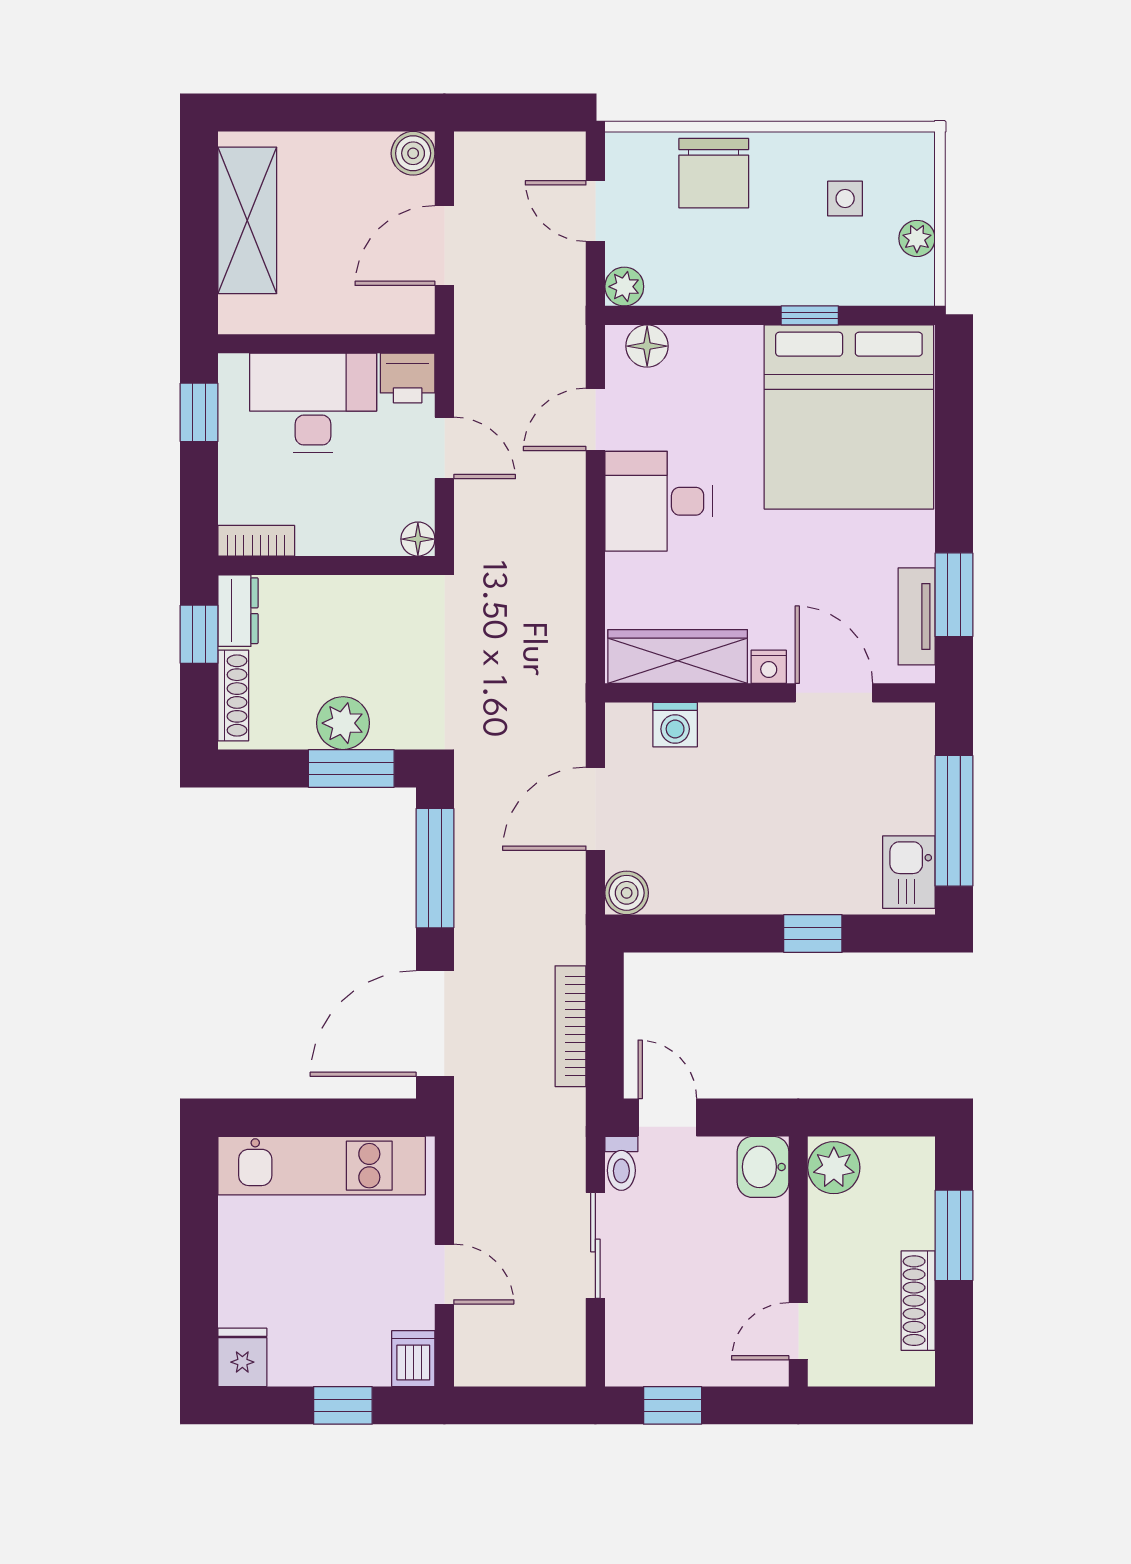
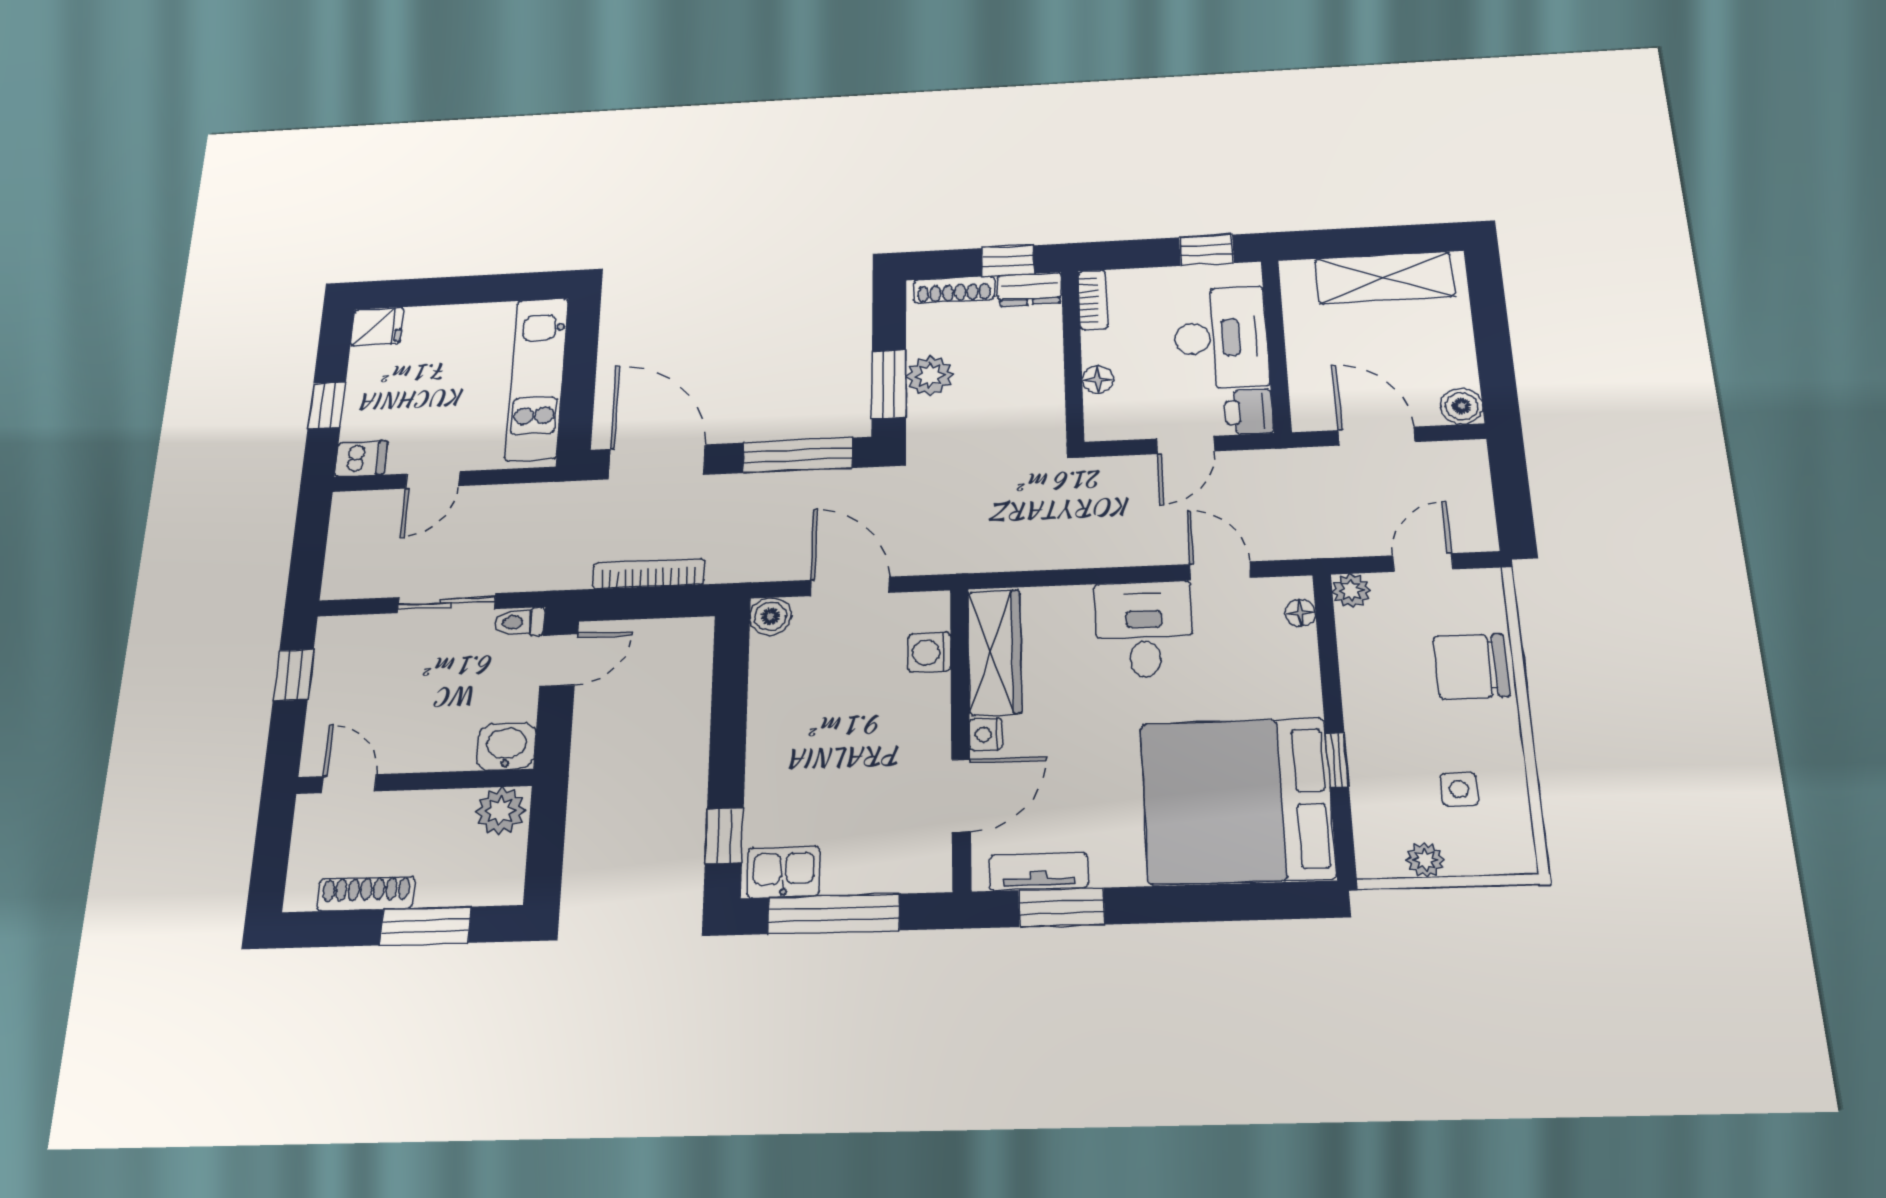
floor lamp: (647, 346) -> (1300, 613), width x0.73, depth x0.73
floor lamp: (418, 539) -> (1098, 380), moved
window: (813, 934) -> (724, 836), moved

